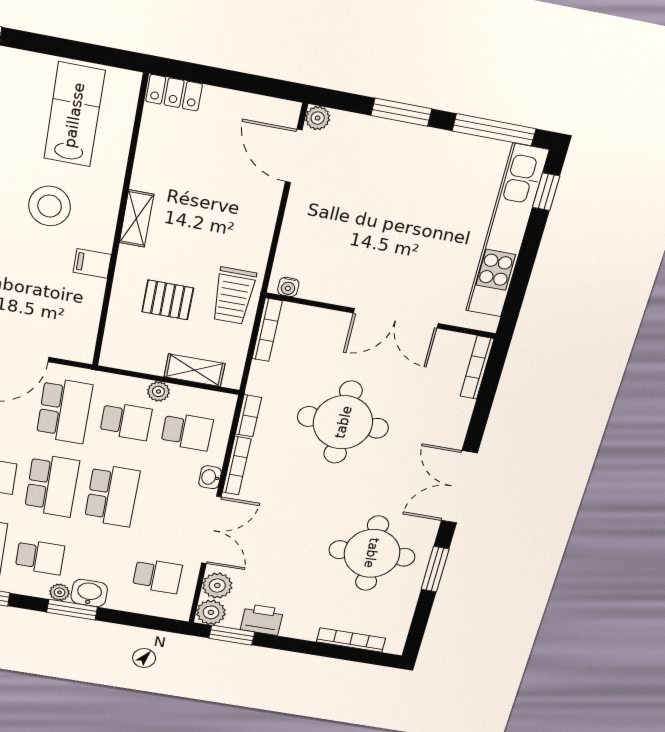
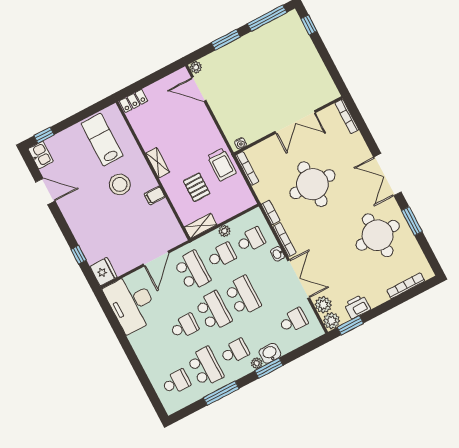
kitchen unit: (507, 232) -> (308, 52), removed
pallet: (168, 300) -> (197, 187), turned 90
shelving: (194, 370) -> (201, 226), moved

